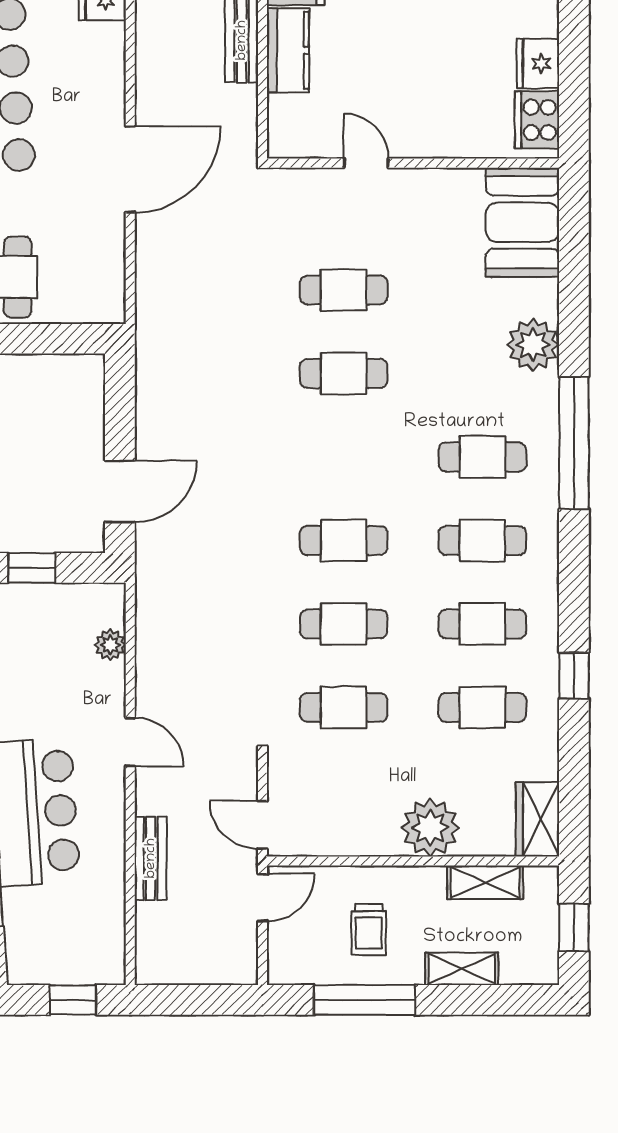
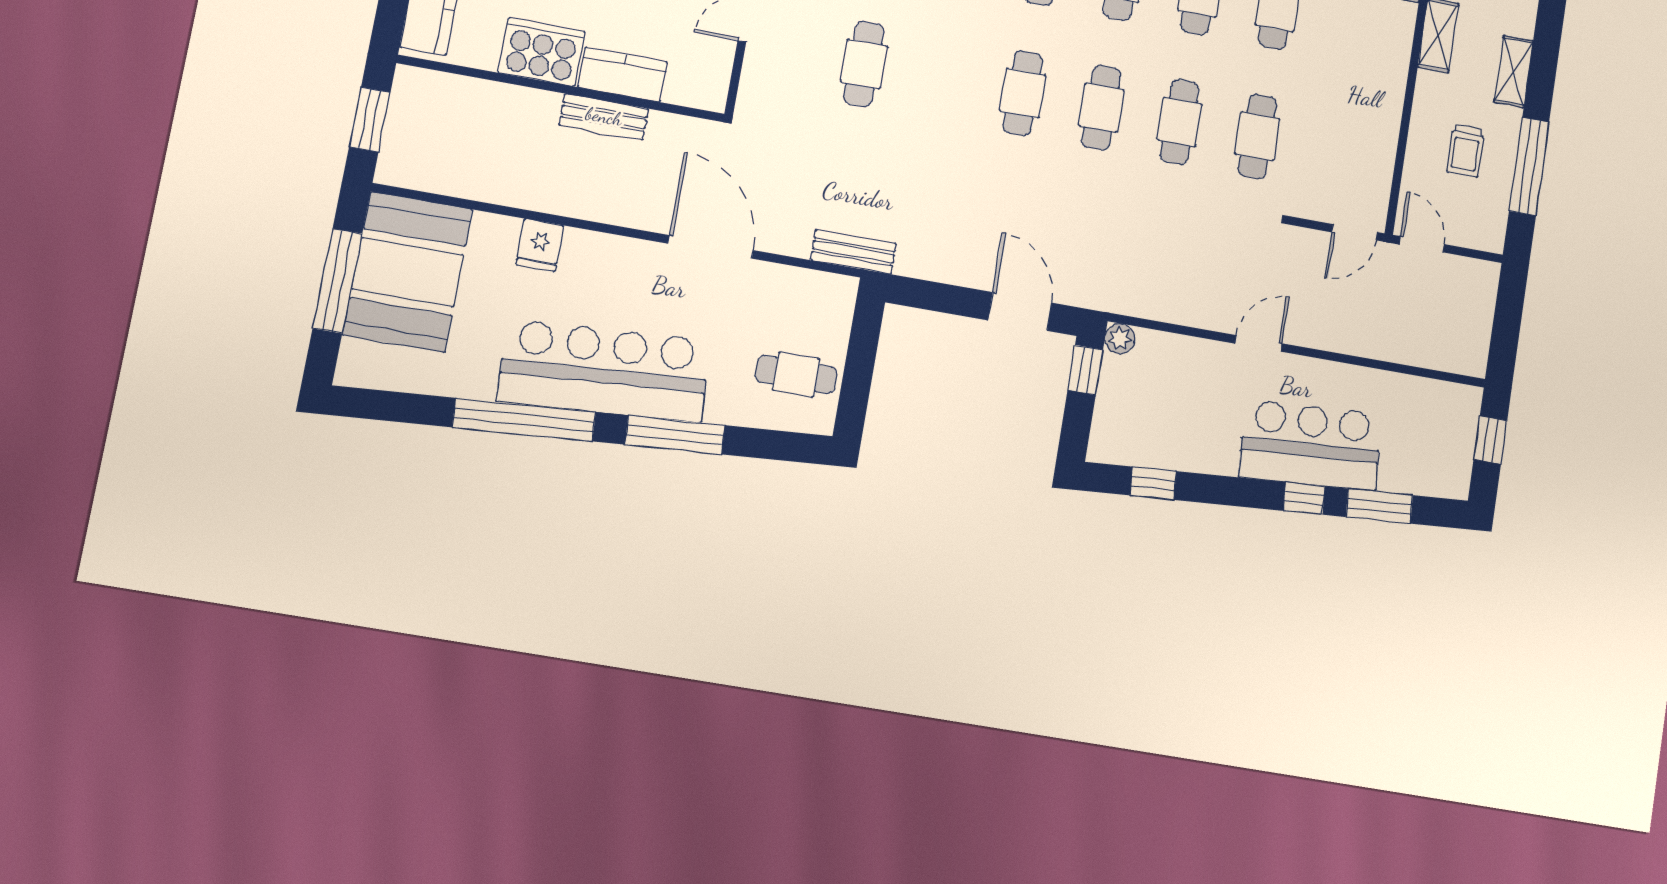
cafe table: (344, 374) -> (1023, 93), moved
window: (32, 568) -> (1085, 370), moved
plant: (110, 645) -> (1120, 339), moved
plant: (430, 828) -> (1381, 76), removed
bench: (151, 858) -> (853, 252), moved
trolley: (369, 930) -> (1466, 151), turned 90

